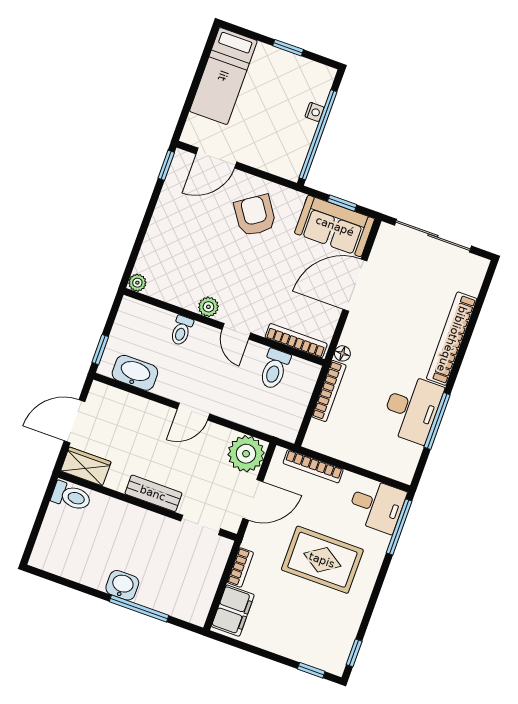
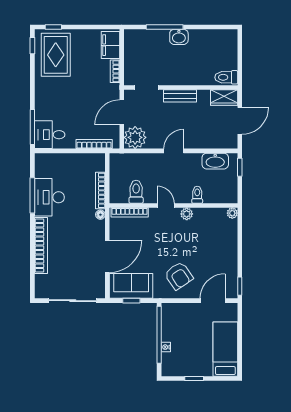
rug: (322, 560) -> (56, 55), moved, turned 90

